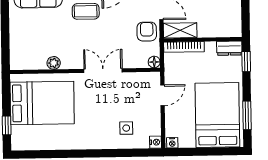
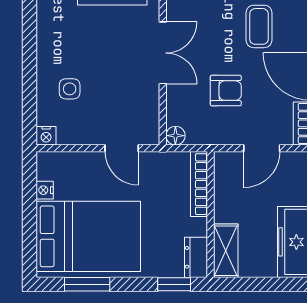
shelving: (180, 30) -> (226, 251), moved
armchair: (147, 32) -> (226, 91), moved
nightstand: (172, 143) -> (45, 190), moved

